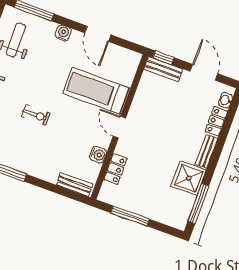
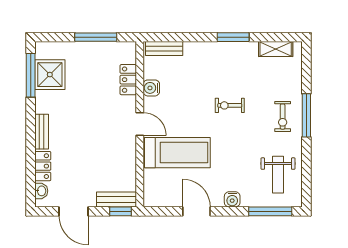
shower: (189, 178) -> (50, 75), moved

